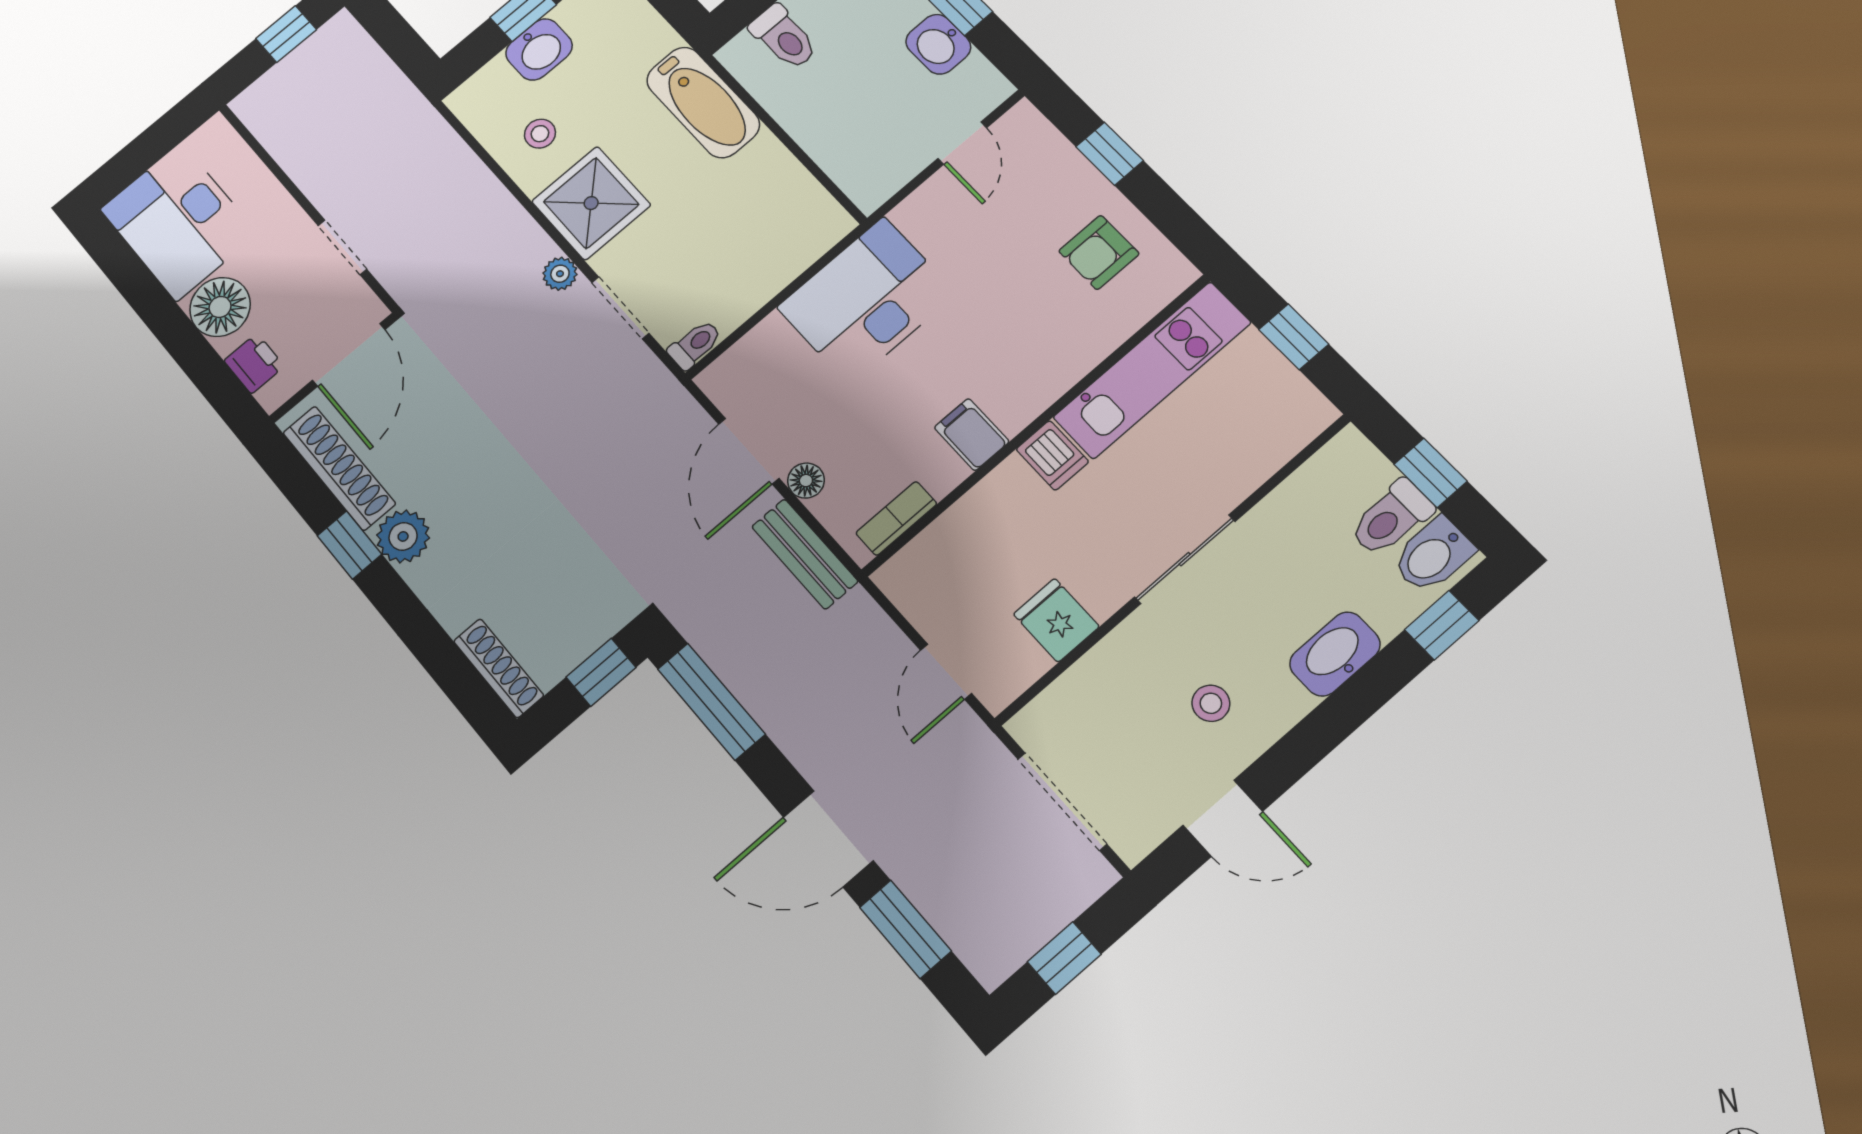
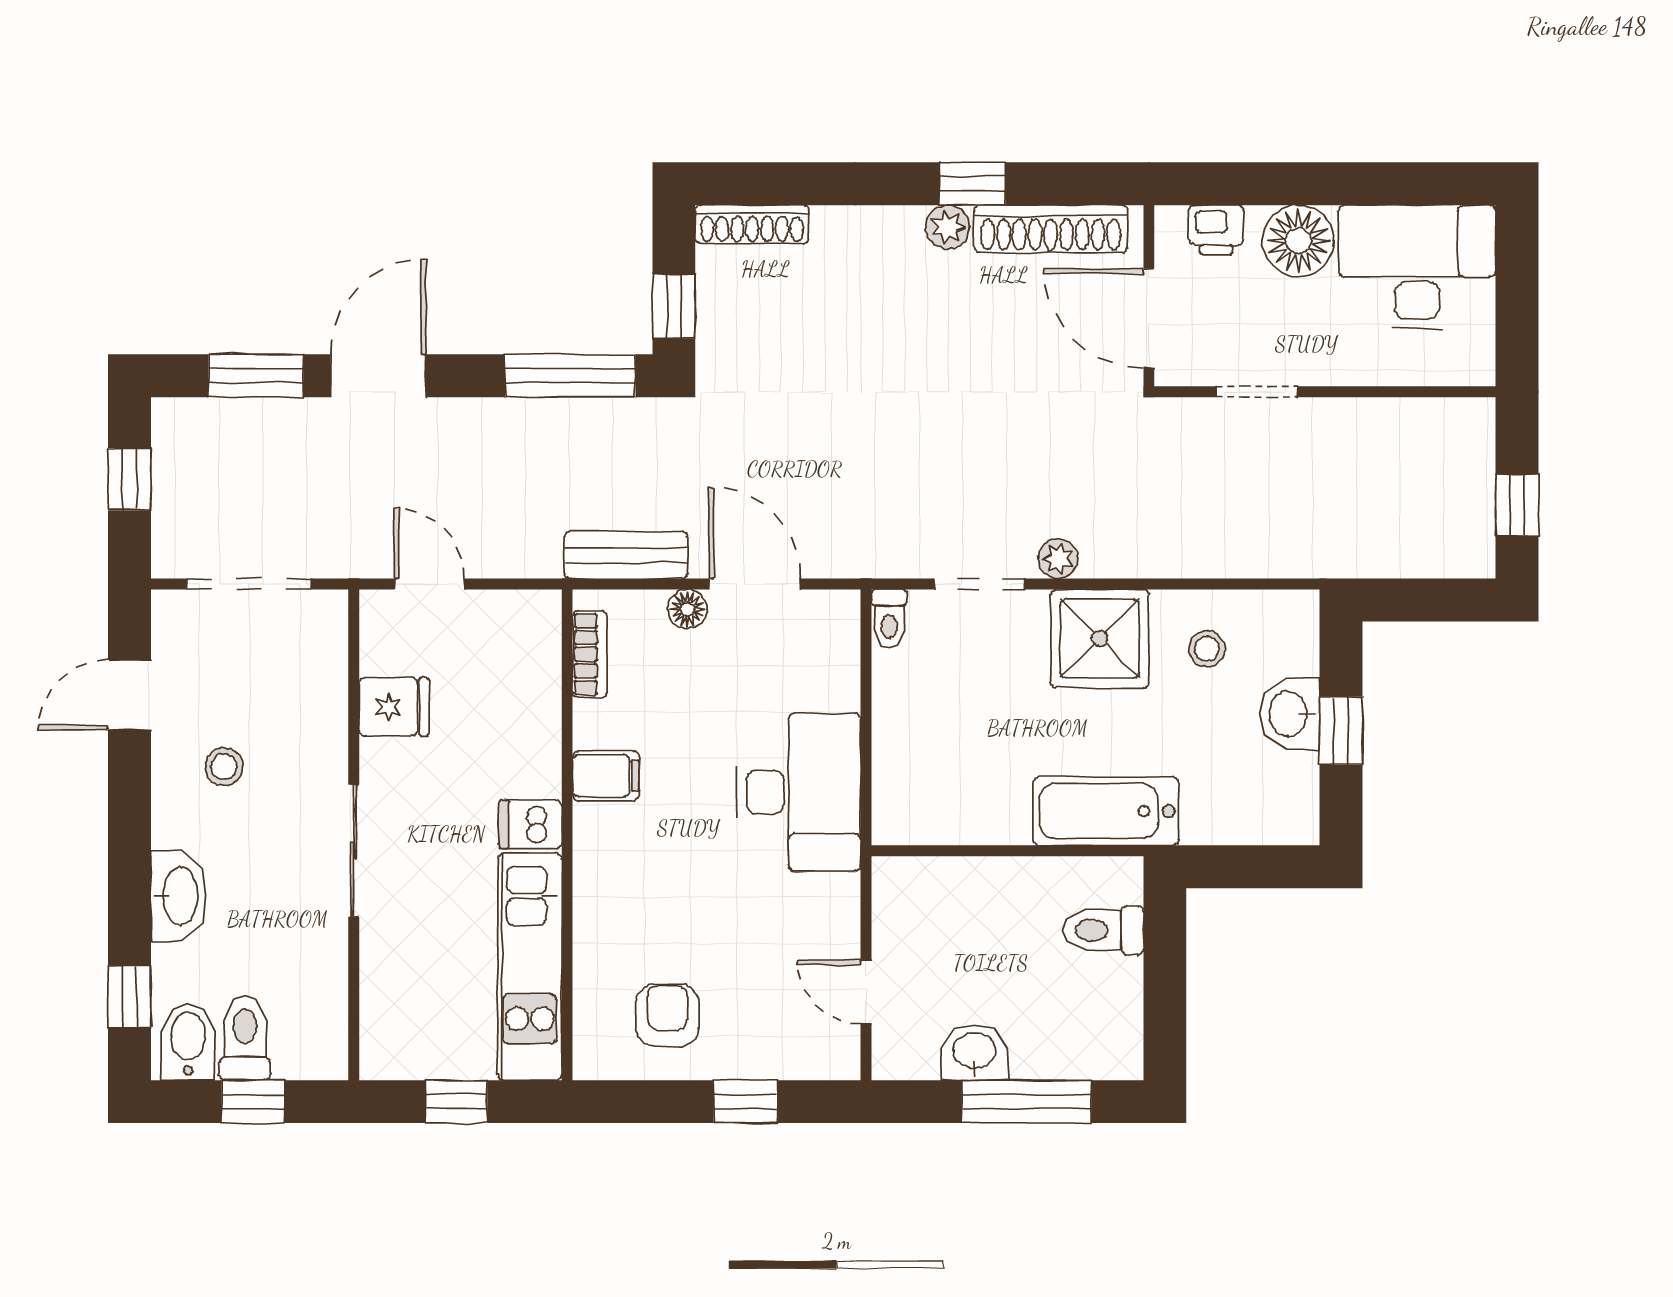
plant: (403, 536) -> (948, 227), width x0.73, depth x0.73

